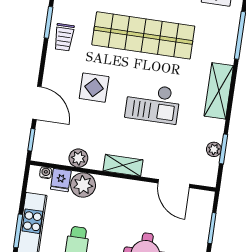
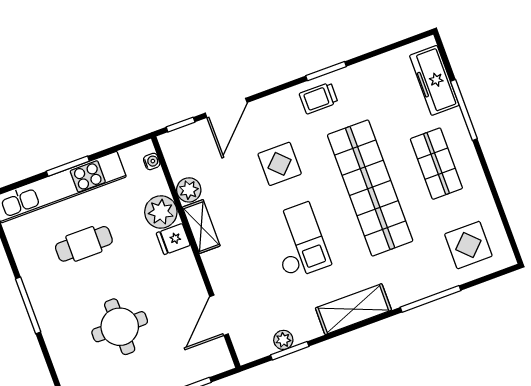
checkout: (153, 103) -> (298, 241), turned 180
shelving: (123, 165) -> (201, 227), moved
fridge: (61, 180) -> (173, 239), moved

